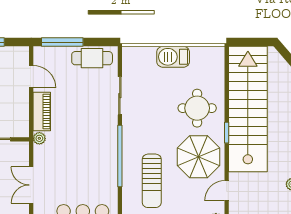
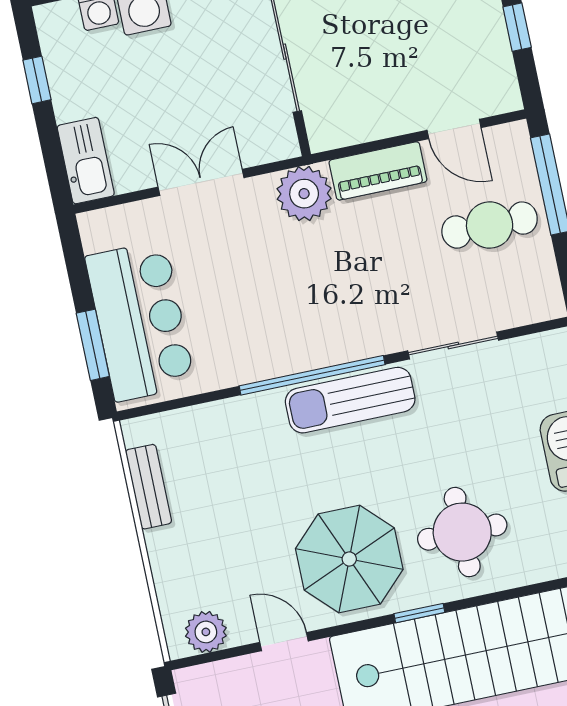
cafe table: (92, 58) -> (490, 225), moved, turned 90
door: (31, 77) -> (454, 129), hinge flipped
plant: (39, 138) -> (304, 194), width x1.88, depth x1.88
sun lounger: (152, 181) -> (350, 400), moved

